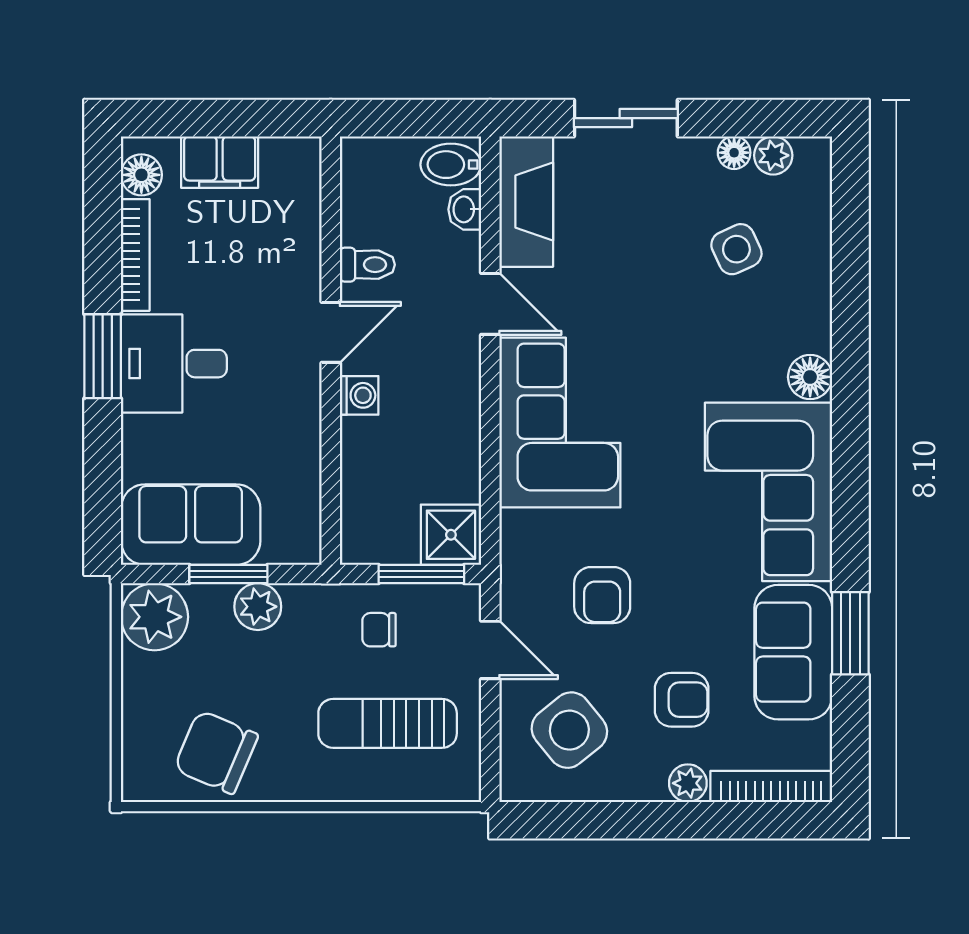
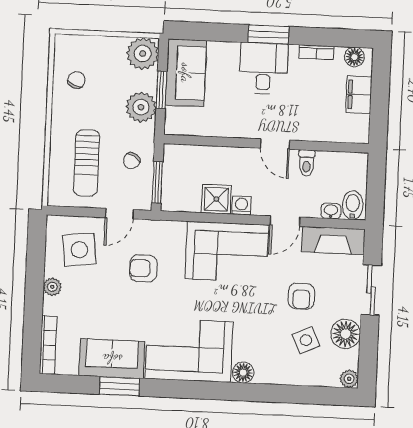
floor lamp: (734, 153) -> (346, 334), width x1.89, depth x1.89
plant: (773, 155) -> (349, 379), moved
bookcase: (135, 255) -> (316, 52), width x0.64
washing machine: (359, 395) -> (241, 205), moved, turned 180
shower: (451, 535) -> (216, 199), moved
plant: (258, 607) -> (141, 107), width x1.36, depth x1.36
chair: (379, 630) -> (132, 161), turned -150
armchair: (682, 700) -> (301, 296), moved
sun lounger: (388, 723) -> (87, 163), turned 180
side table: (569, 730) -> (79, 250), turned 32
chair: (216, 752) -> (77, 80), width x0.54, depth x0.54
plant: (688, 783) -> (52, 287), moved

